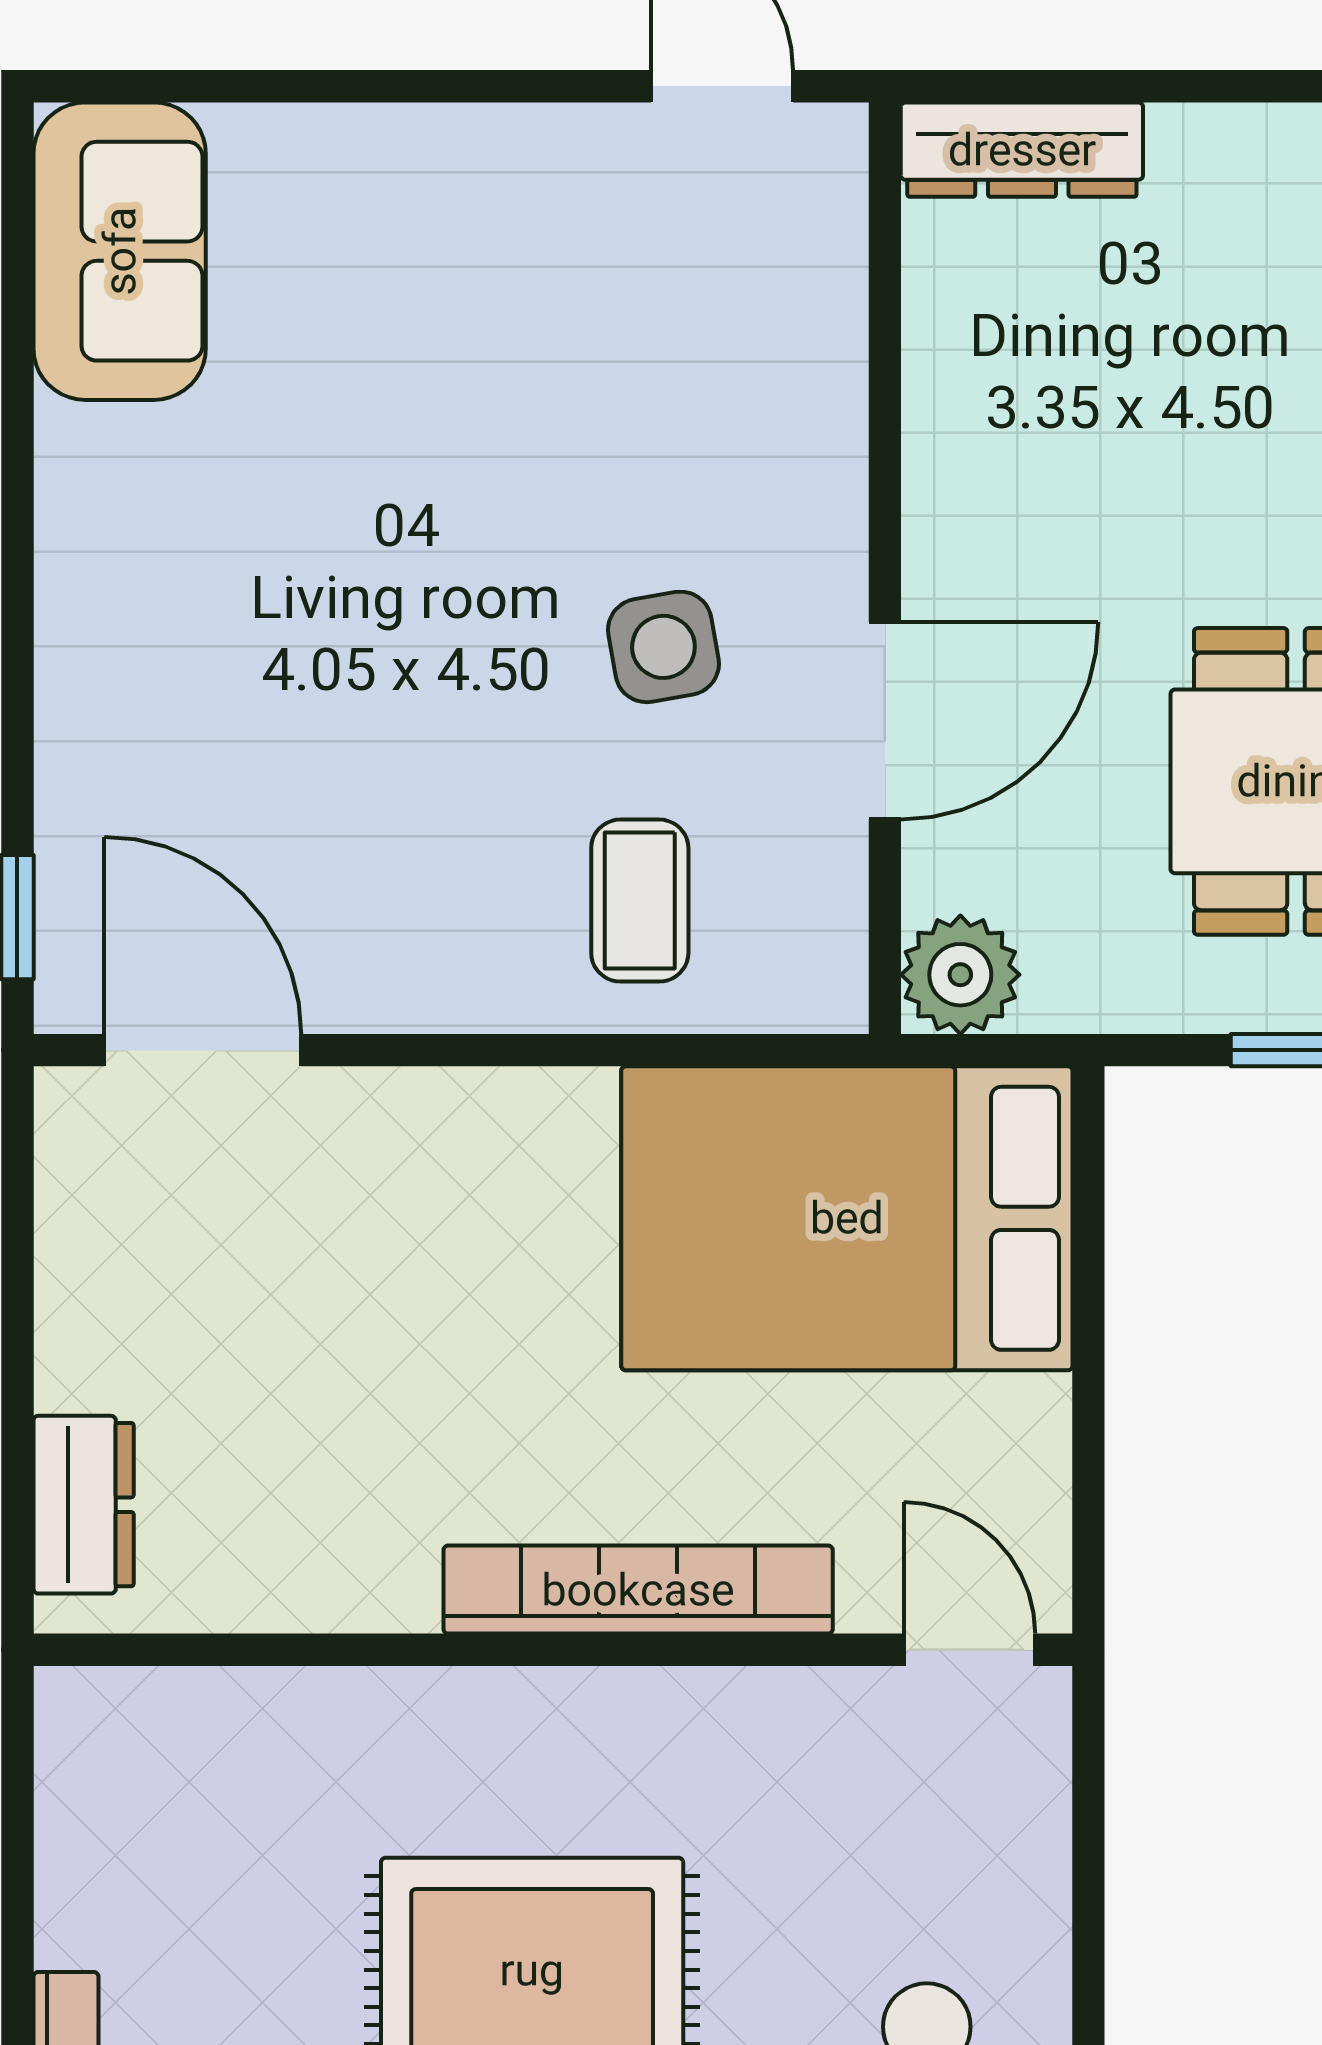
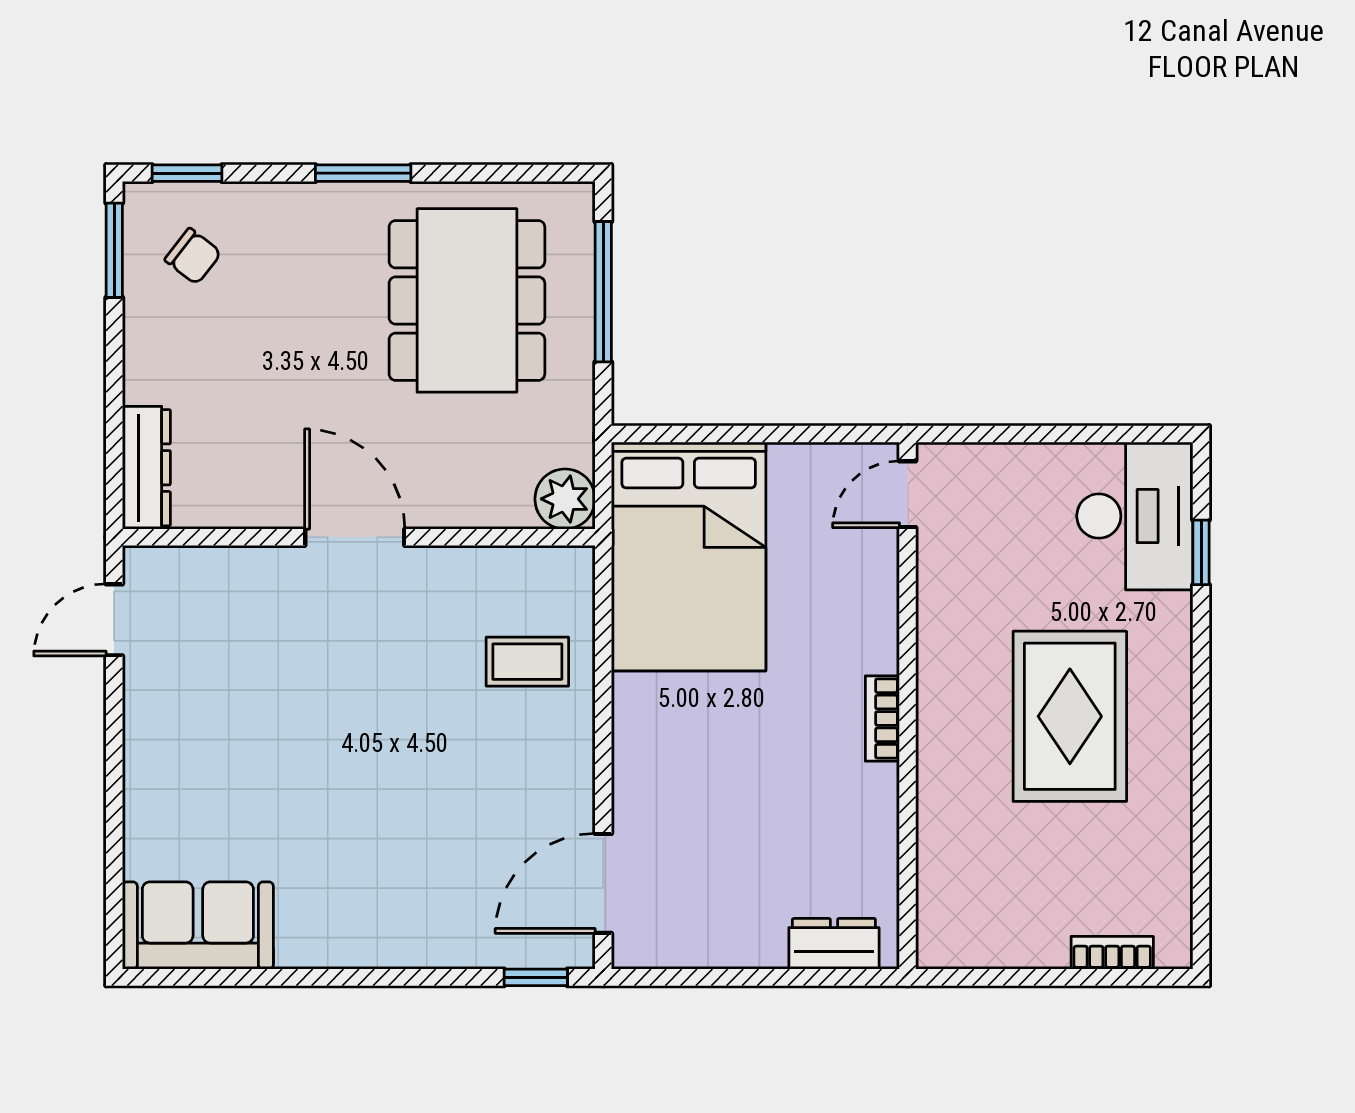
side table: (663, 647) -> (399, 650), removed
door: (885, 721) -> (355, 537), moved
bookcase: (638, 1590) -> (882, 718), width x0.43, depth x0.76

